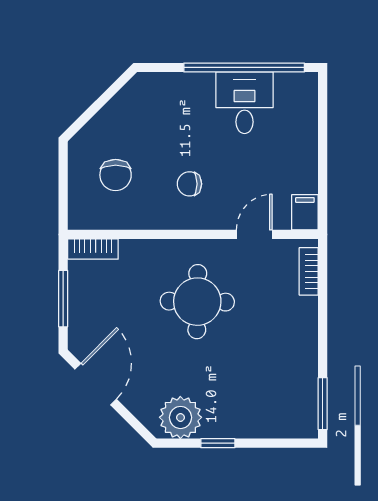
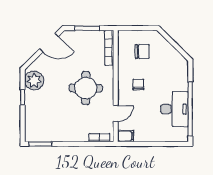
desk: (245, 103) -> (175, 109), width x1.37
chair: (116, 175) -> (142, 52), turned 180
door: (254, 234) -> (116, 113), hinge flipped
bookcase: (93, 249) -> (109, 48), width x1.56

